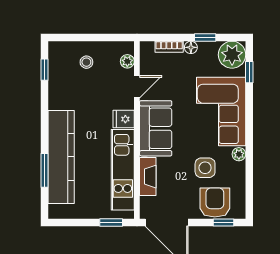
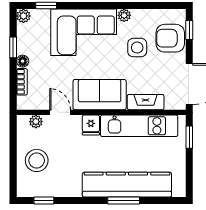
plant: (232, 55) -> (23, 16), width x0.53, depth x0.53
stool: (86, 62) -> (37, 160), width x1.89, depth x1.89
window: (44, 170) -> (124, 200), moved

